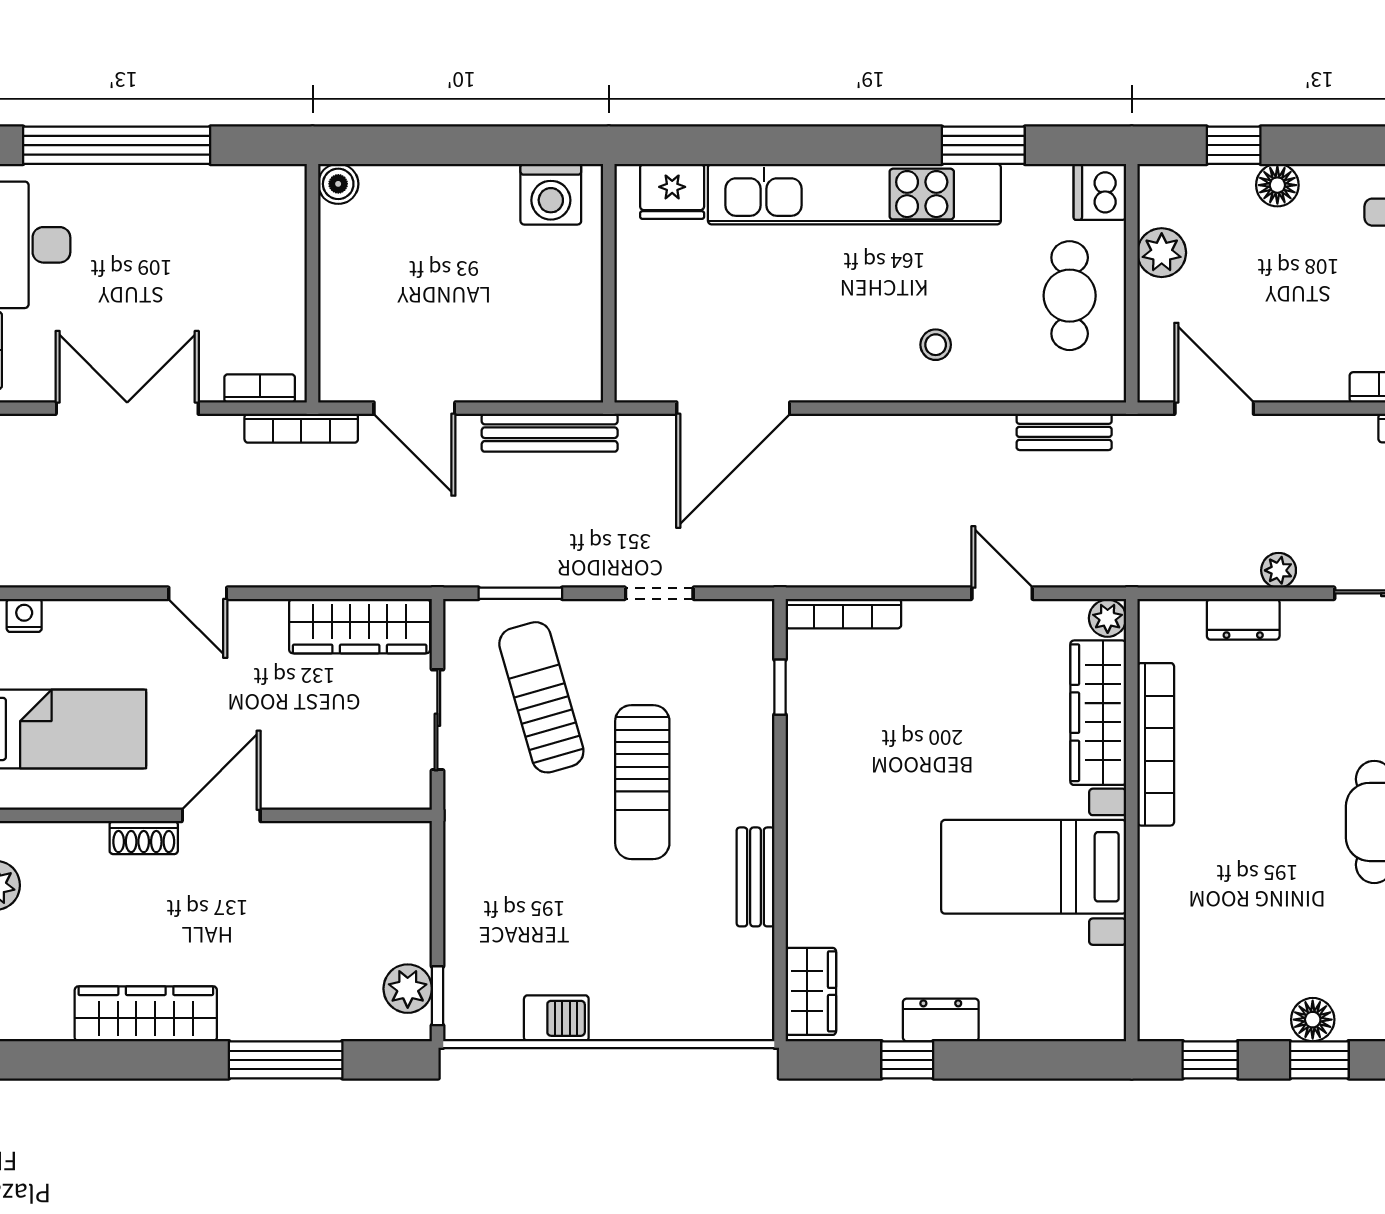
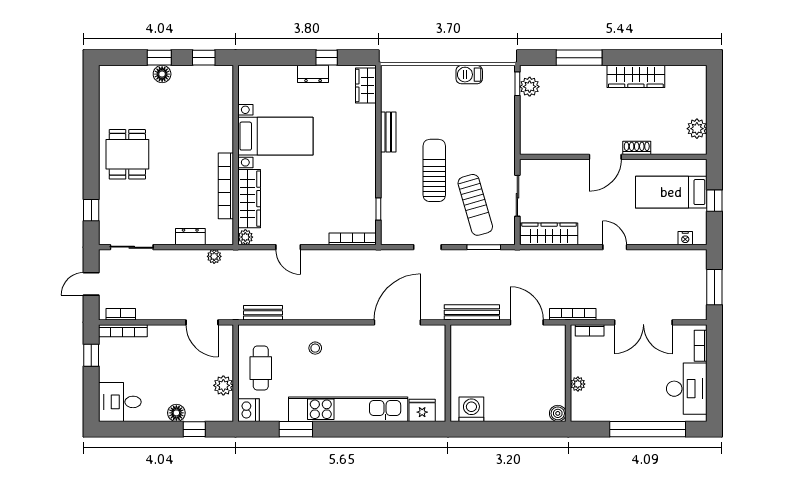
plant: (289, 256) -> (578, 384), added
plant: (1279, 570) -> (214, 256), moved

